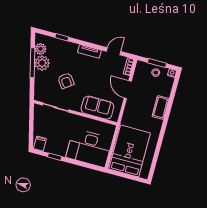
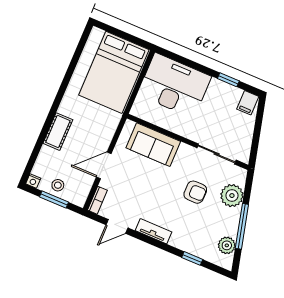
plant: (42, 63) -> (232, 196), moved
armchair: (66, 81) -> (195, 192), turned 126
door: (128, 90) -> (104, 165), swing flipped

